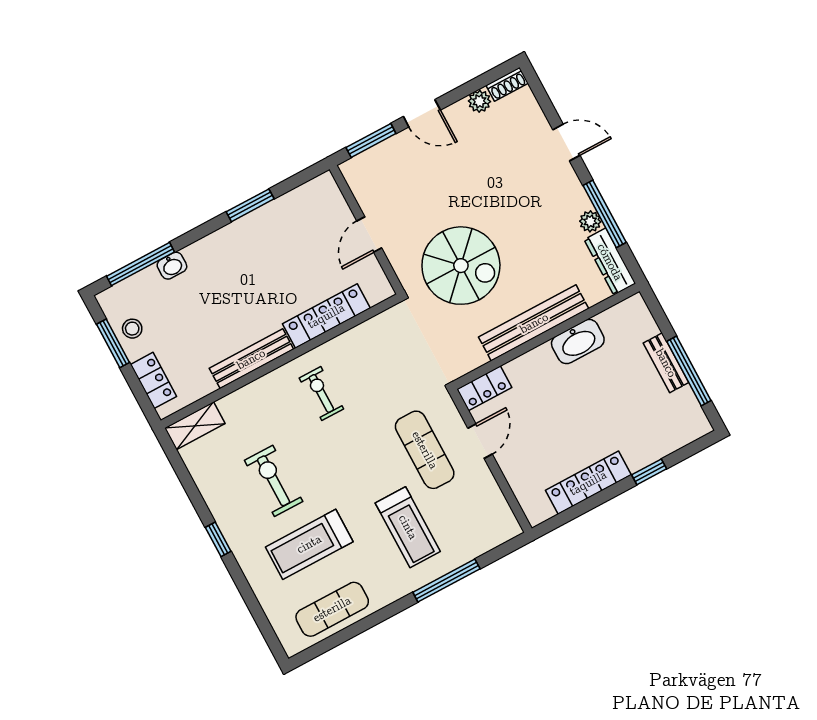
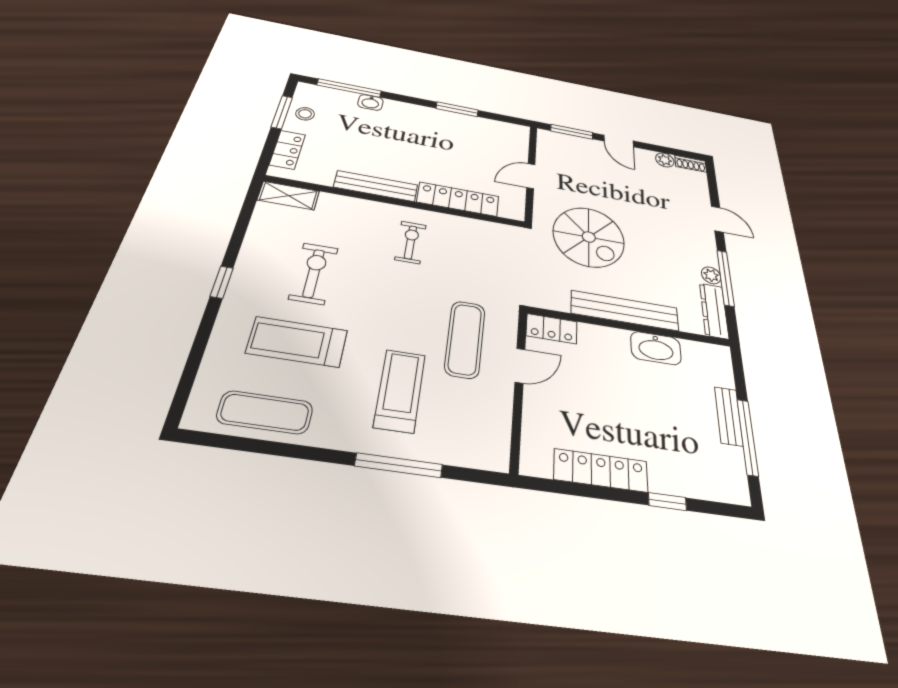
treadmill: (408, 527) -> (400, 390), turned 180

